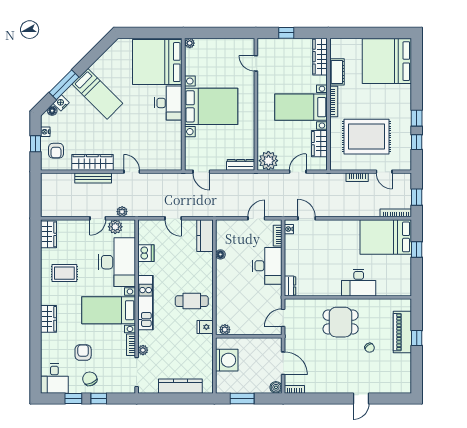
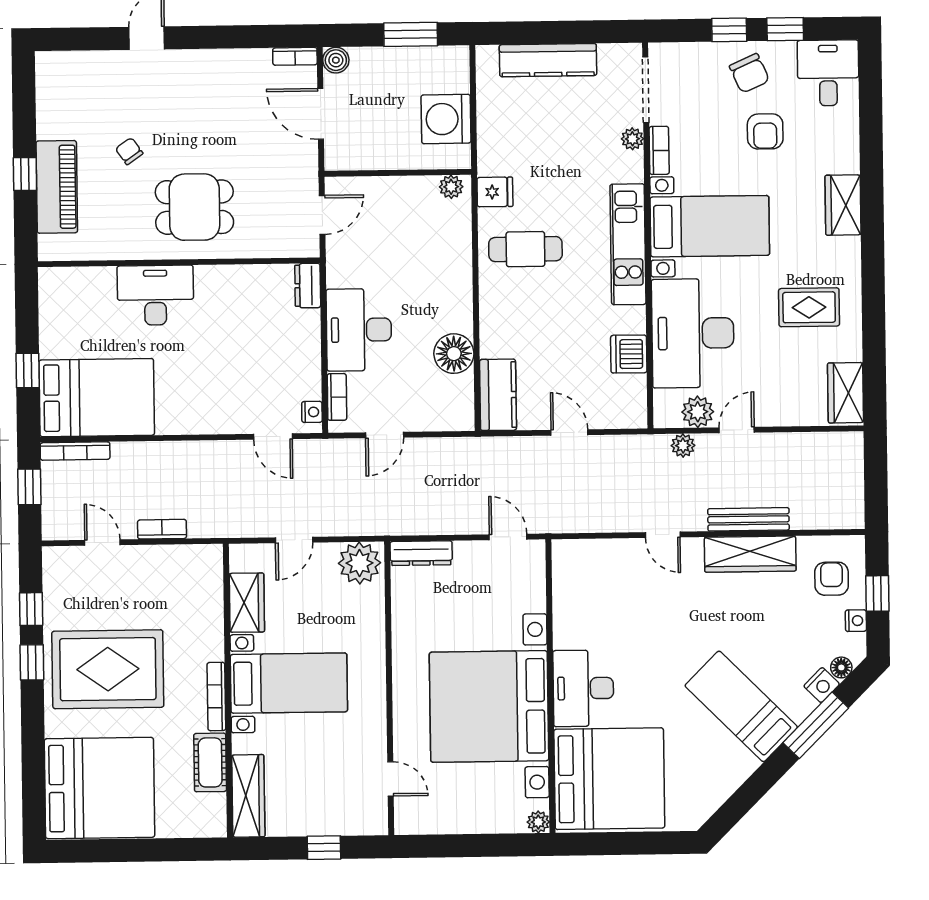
bed with nightstands: (211, 106) -> (489, 706), width x1.36
rug: (366, 137) -> (108, 669), moved
floor lamp: (220, 254) -> (454, 354), width x1.89, depth x1.89

